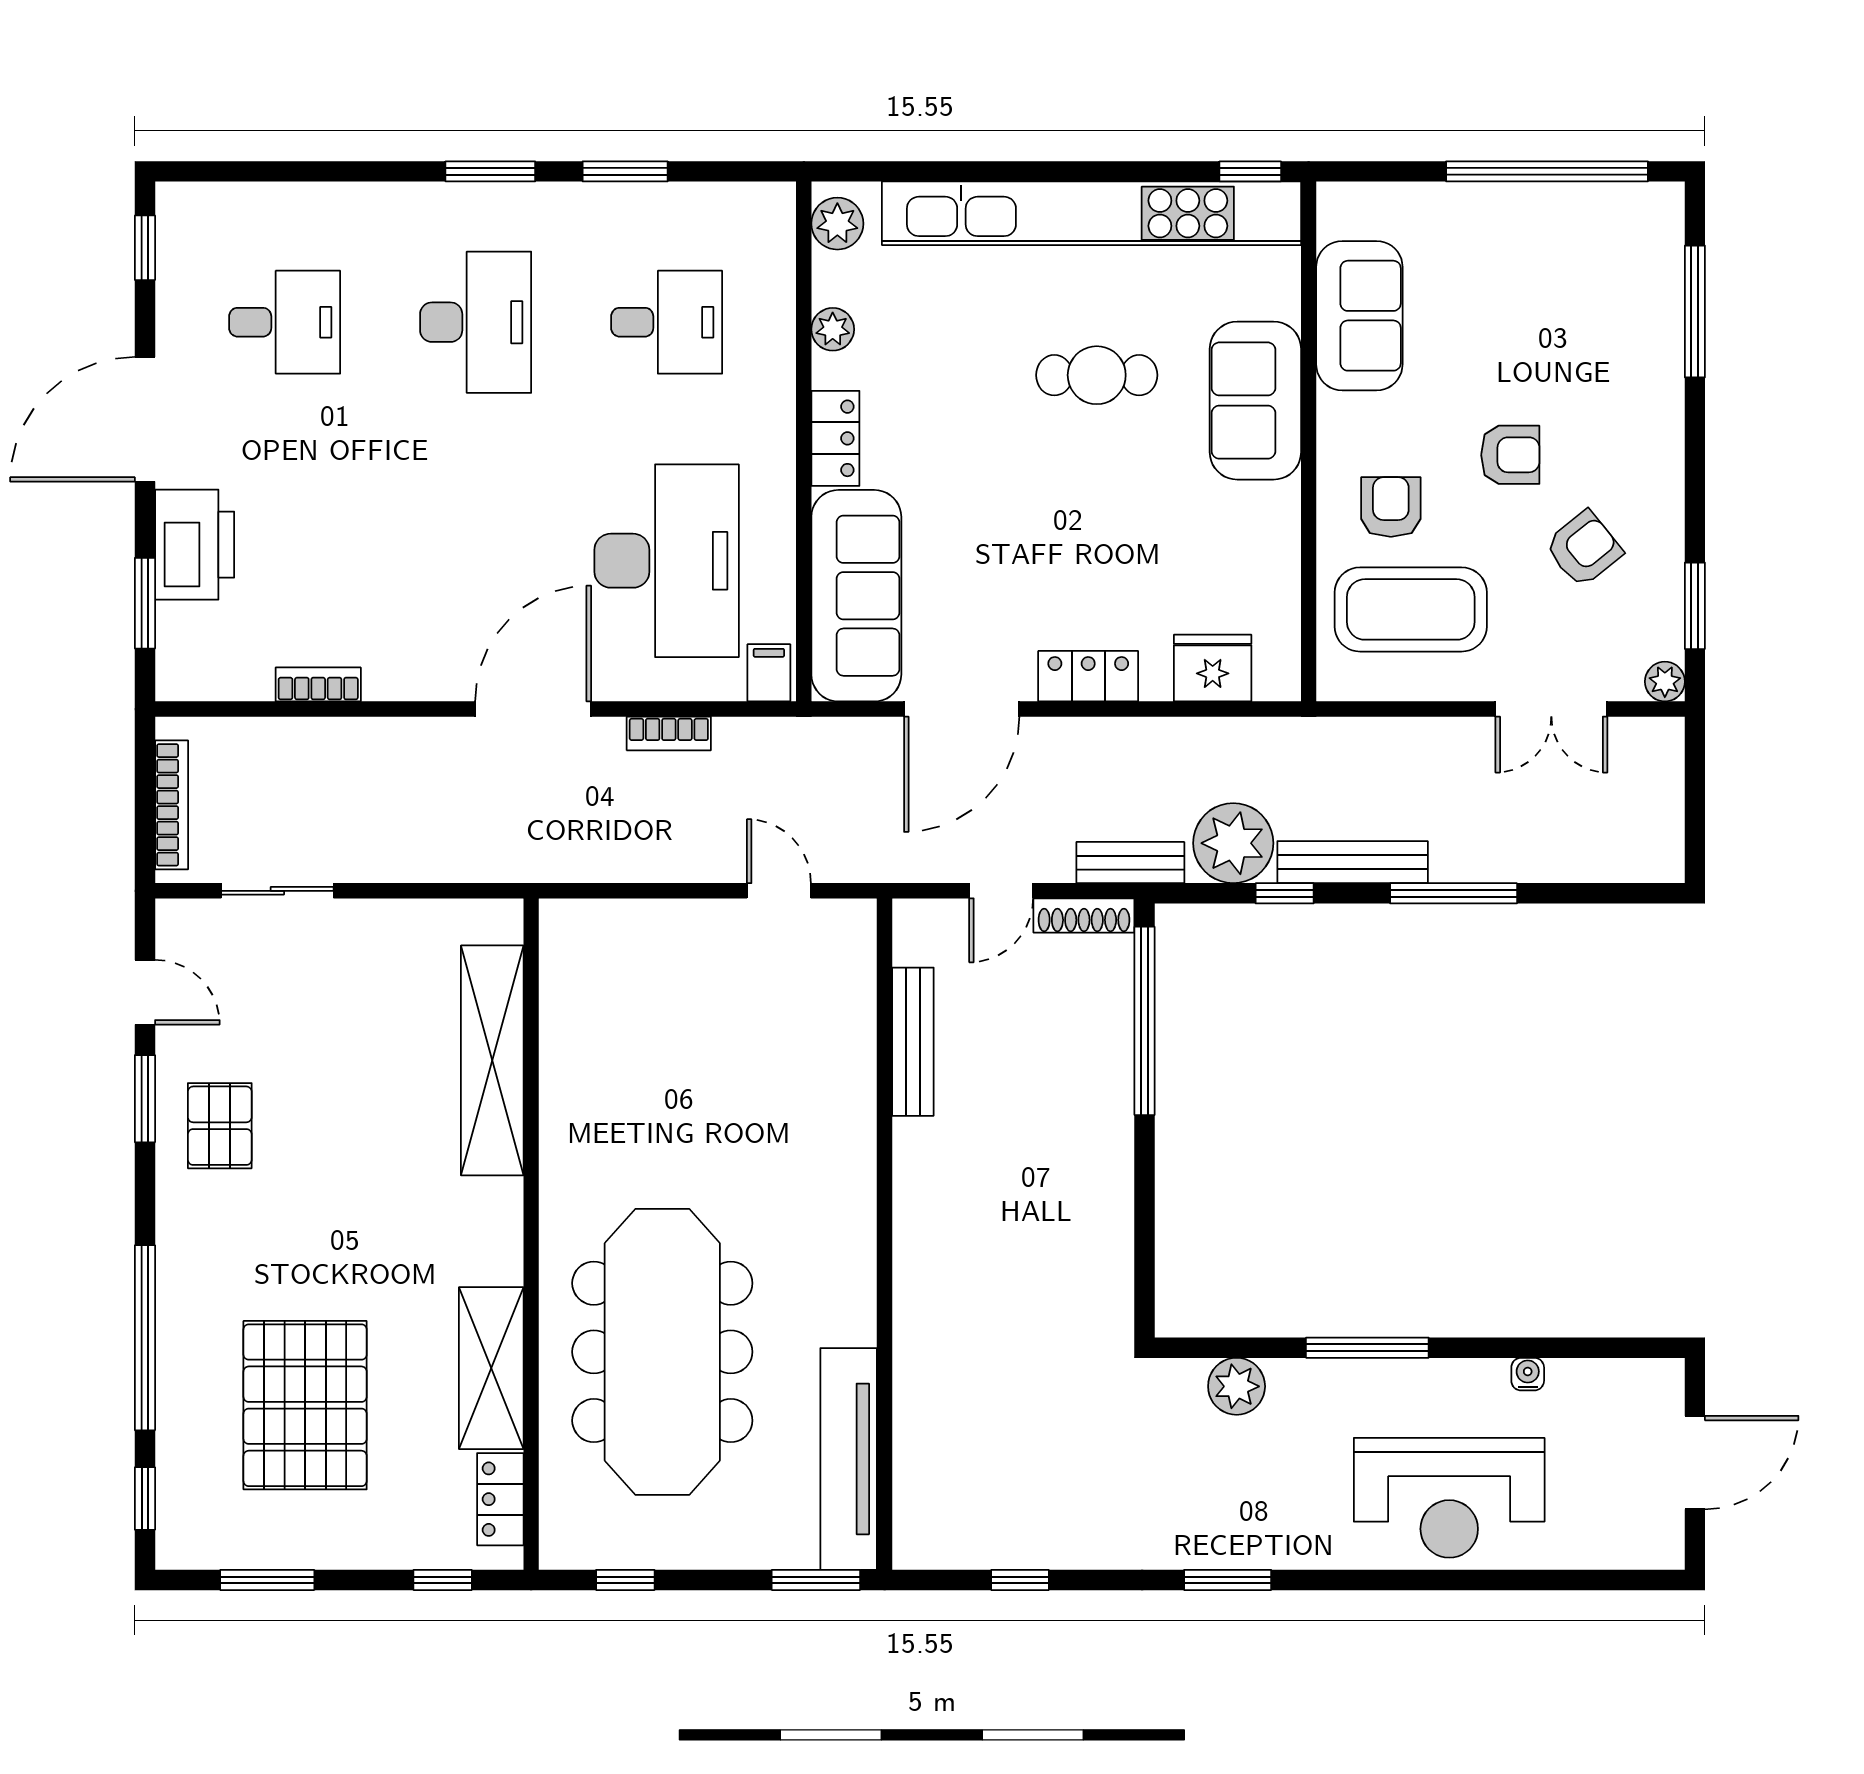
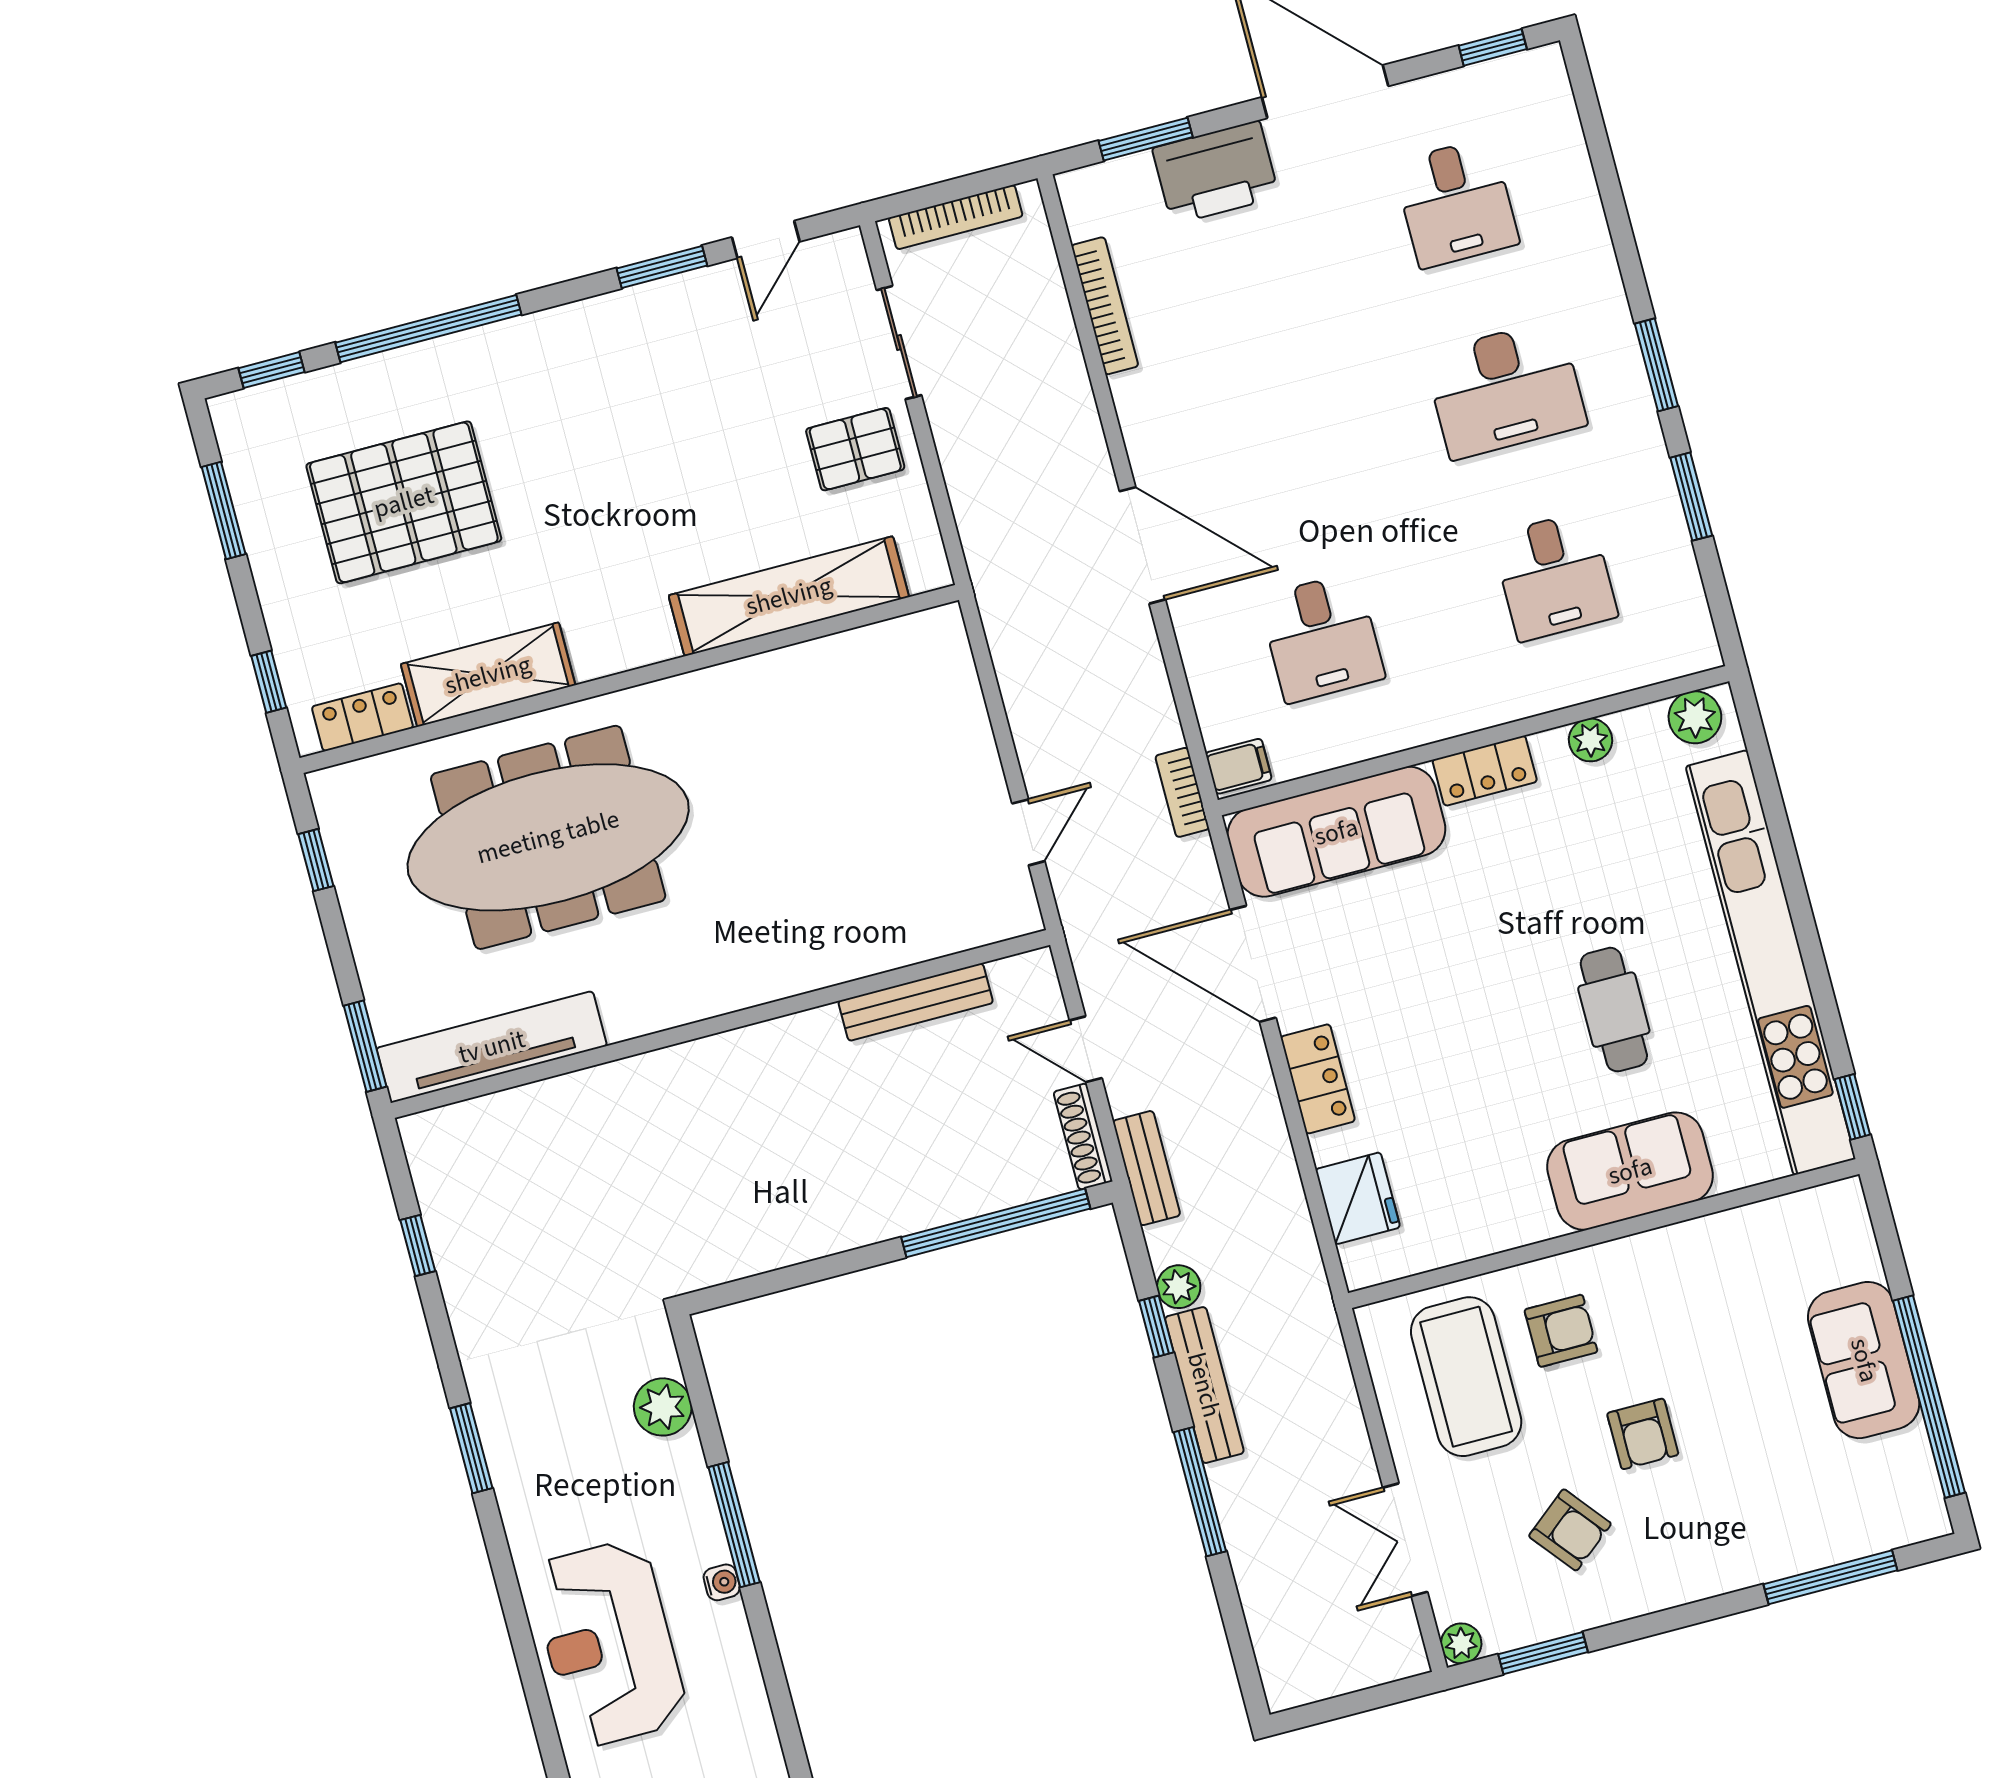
sofa: (1359, 316) -> (1864, 1360), moved, turned 90
desk: (667, 561) -> (1322, 638), width x0.53, depth x0.77
bookcase: (318, 684) -> (1105, 306), width x1.56
bookcase: (669, 733) -> (1182, 792), moved
plant: (1233, 843) -> (1179, 1287), width x0.53, depth x0.53
pallet: (220, 1126) -> (855, 449), moved
water cooler: (1528, 1374) -> (722, 1582), moved

